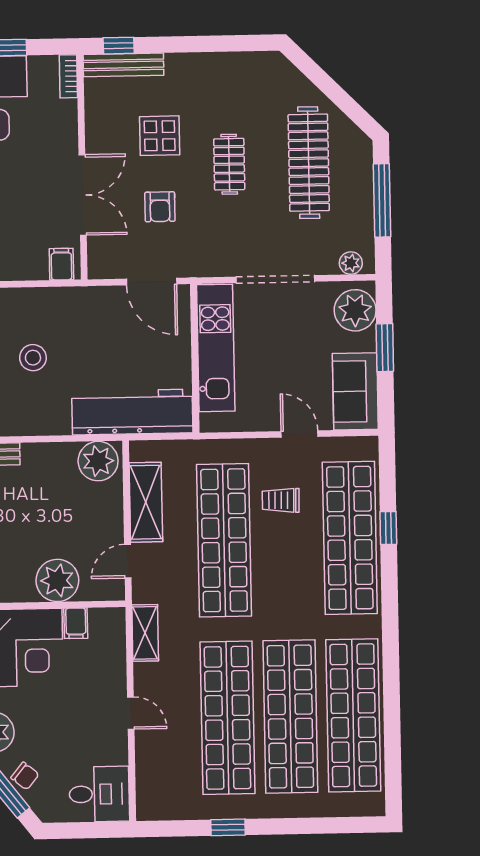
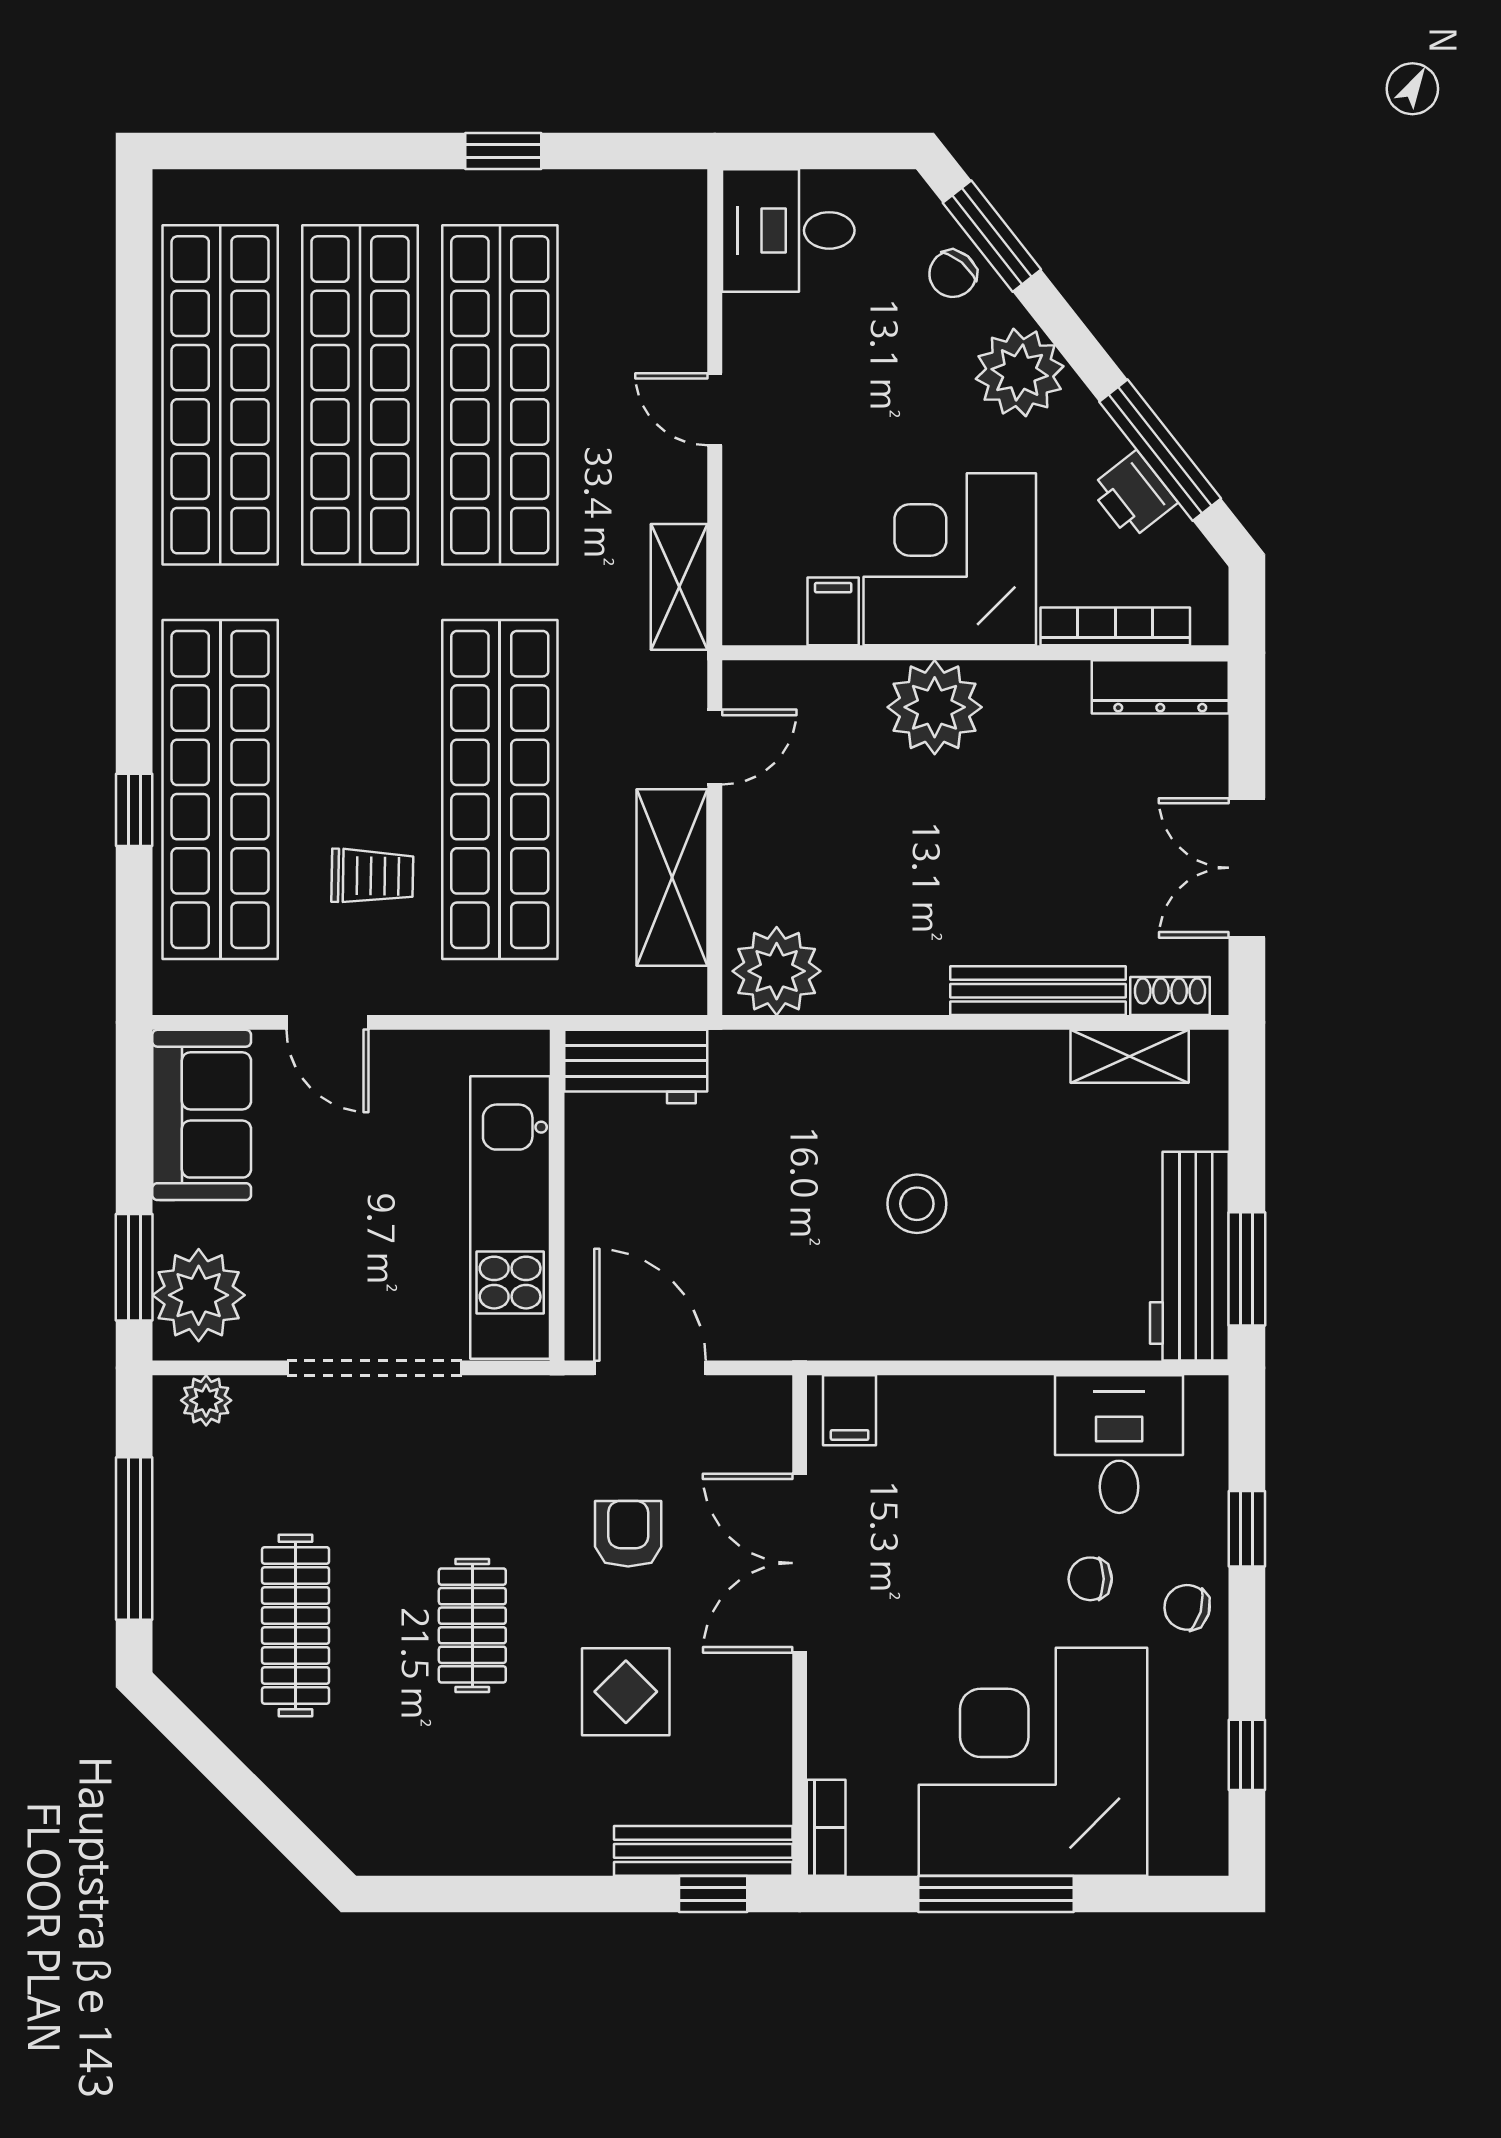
clothes rail: (309, 163) -> (296, 1625), width x0.73, depth x0.76
window: (385, 348) -> (134, 1267), moved
workbench: (132, 412) -> (636, 1067), width x0.53, depth x0.76
plant: (57, 580) -> (935, 707), moved
chair: (25, 776) -> (953, 274), turned -89

